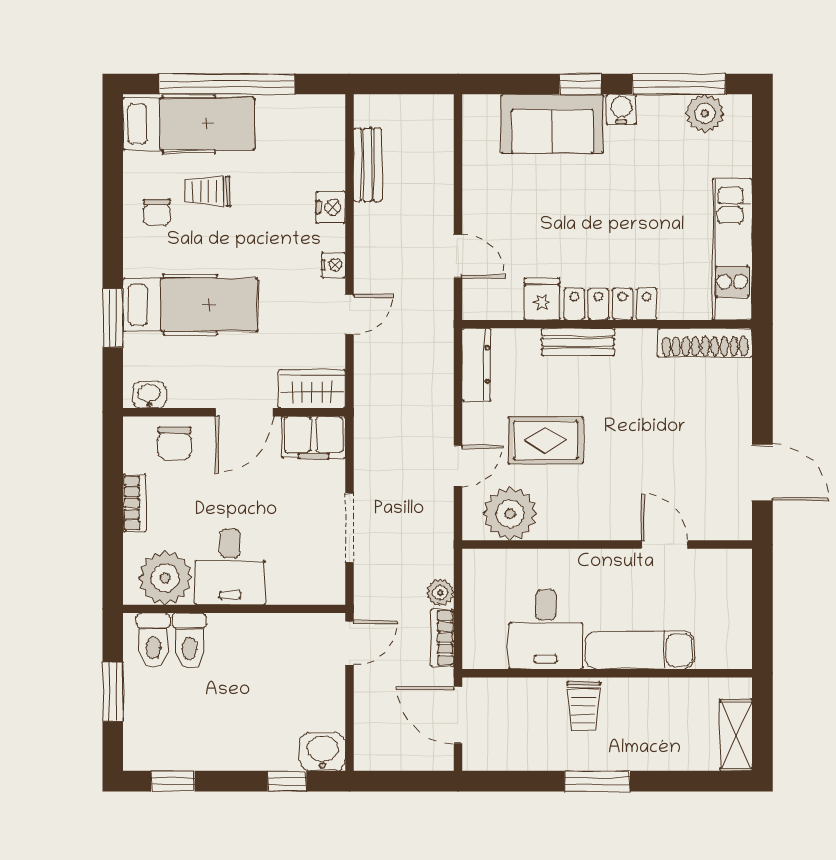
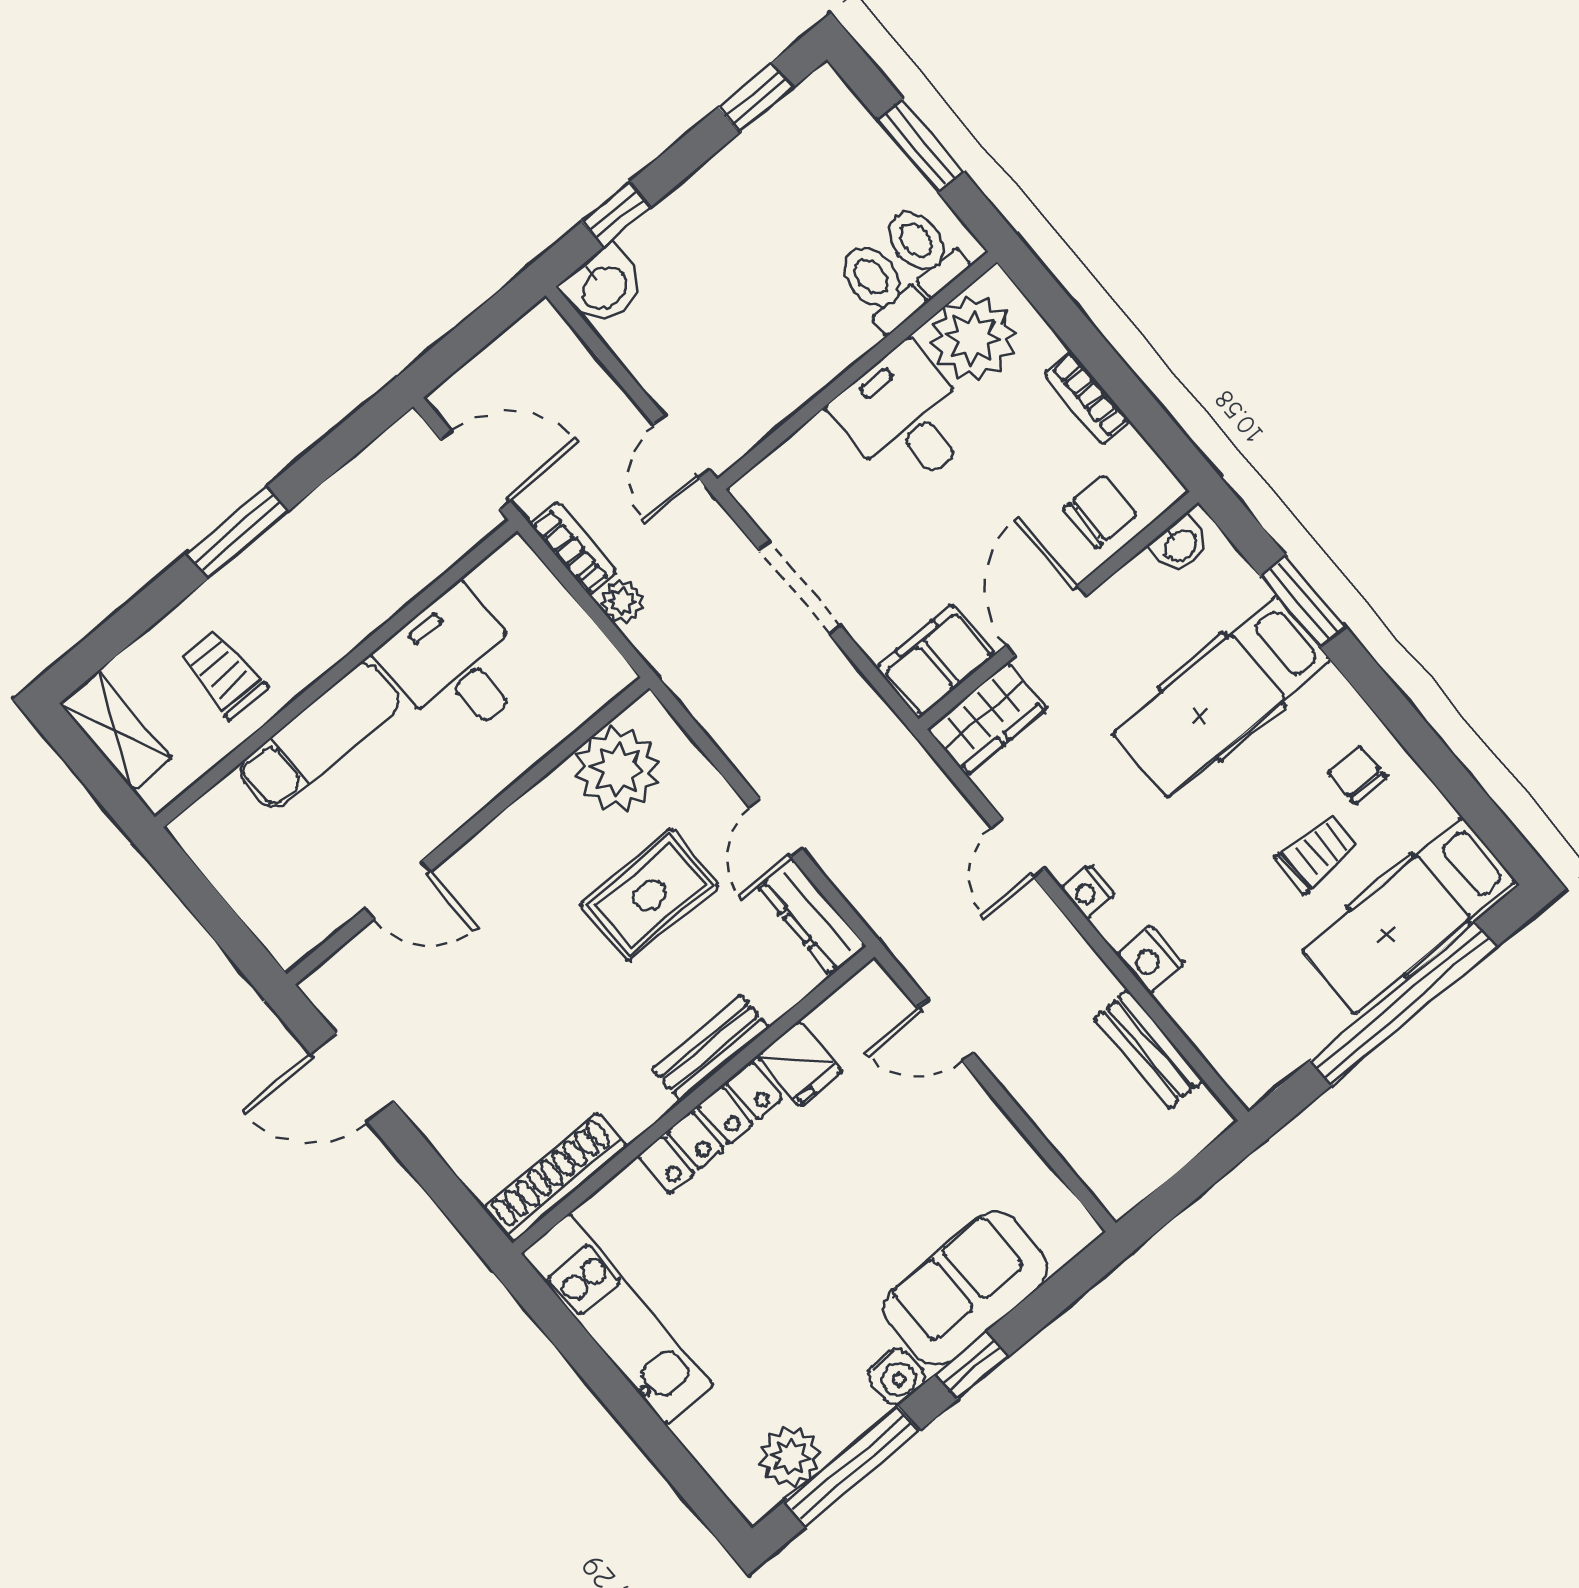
chair: (174, 443) -> (1100, 512), turned 90
door: (458, 466) -> (776, 828), moved
trolley: (583, 706) -> (224, 673), moved

